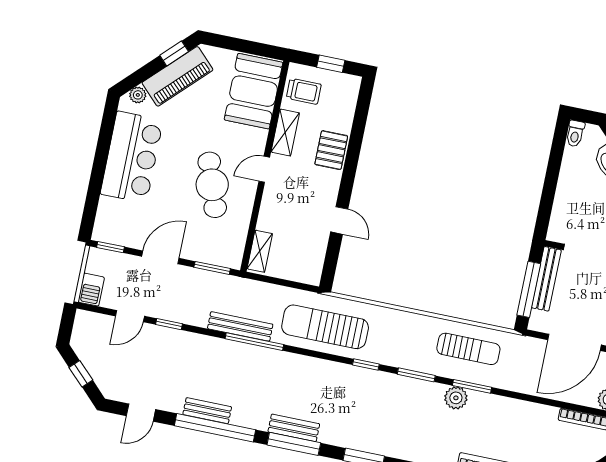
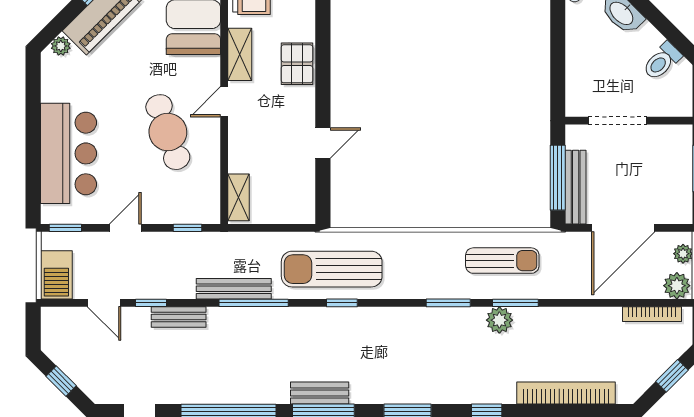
bar counter: (132, 157) -> (68, 153), moved
door: (339, 220) -> (323, 143), hinge flipped
door: (160, 257) -> (125, 228), width x0.73
window: (212, 268) -> (188, 228), width x0.67
bench: (546, 279) -> (576, 187), moved
barbecue: (91, 290) -> (56, 275), width x1.38, depth x1.27
door: (130, 316) -> (104, 303), hinge flipped
window: (366, 364) -> (342, 303), moved
bench: (207, 411) -> (179, 317), moved

